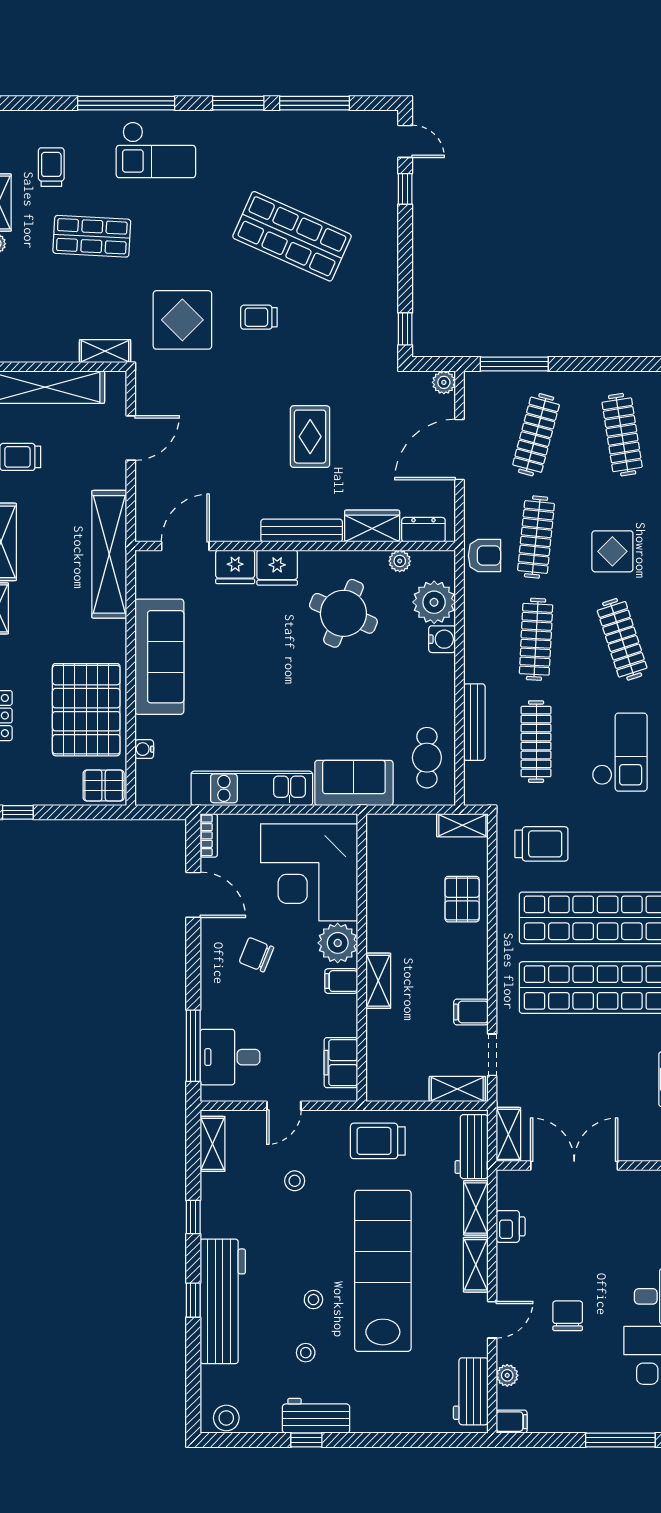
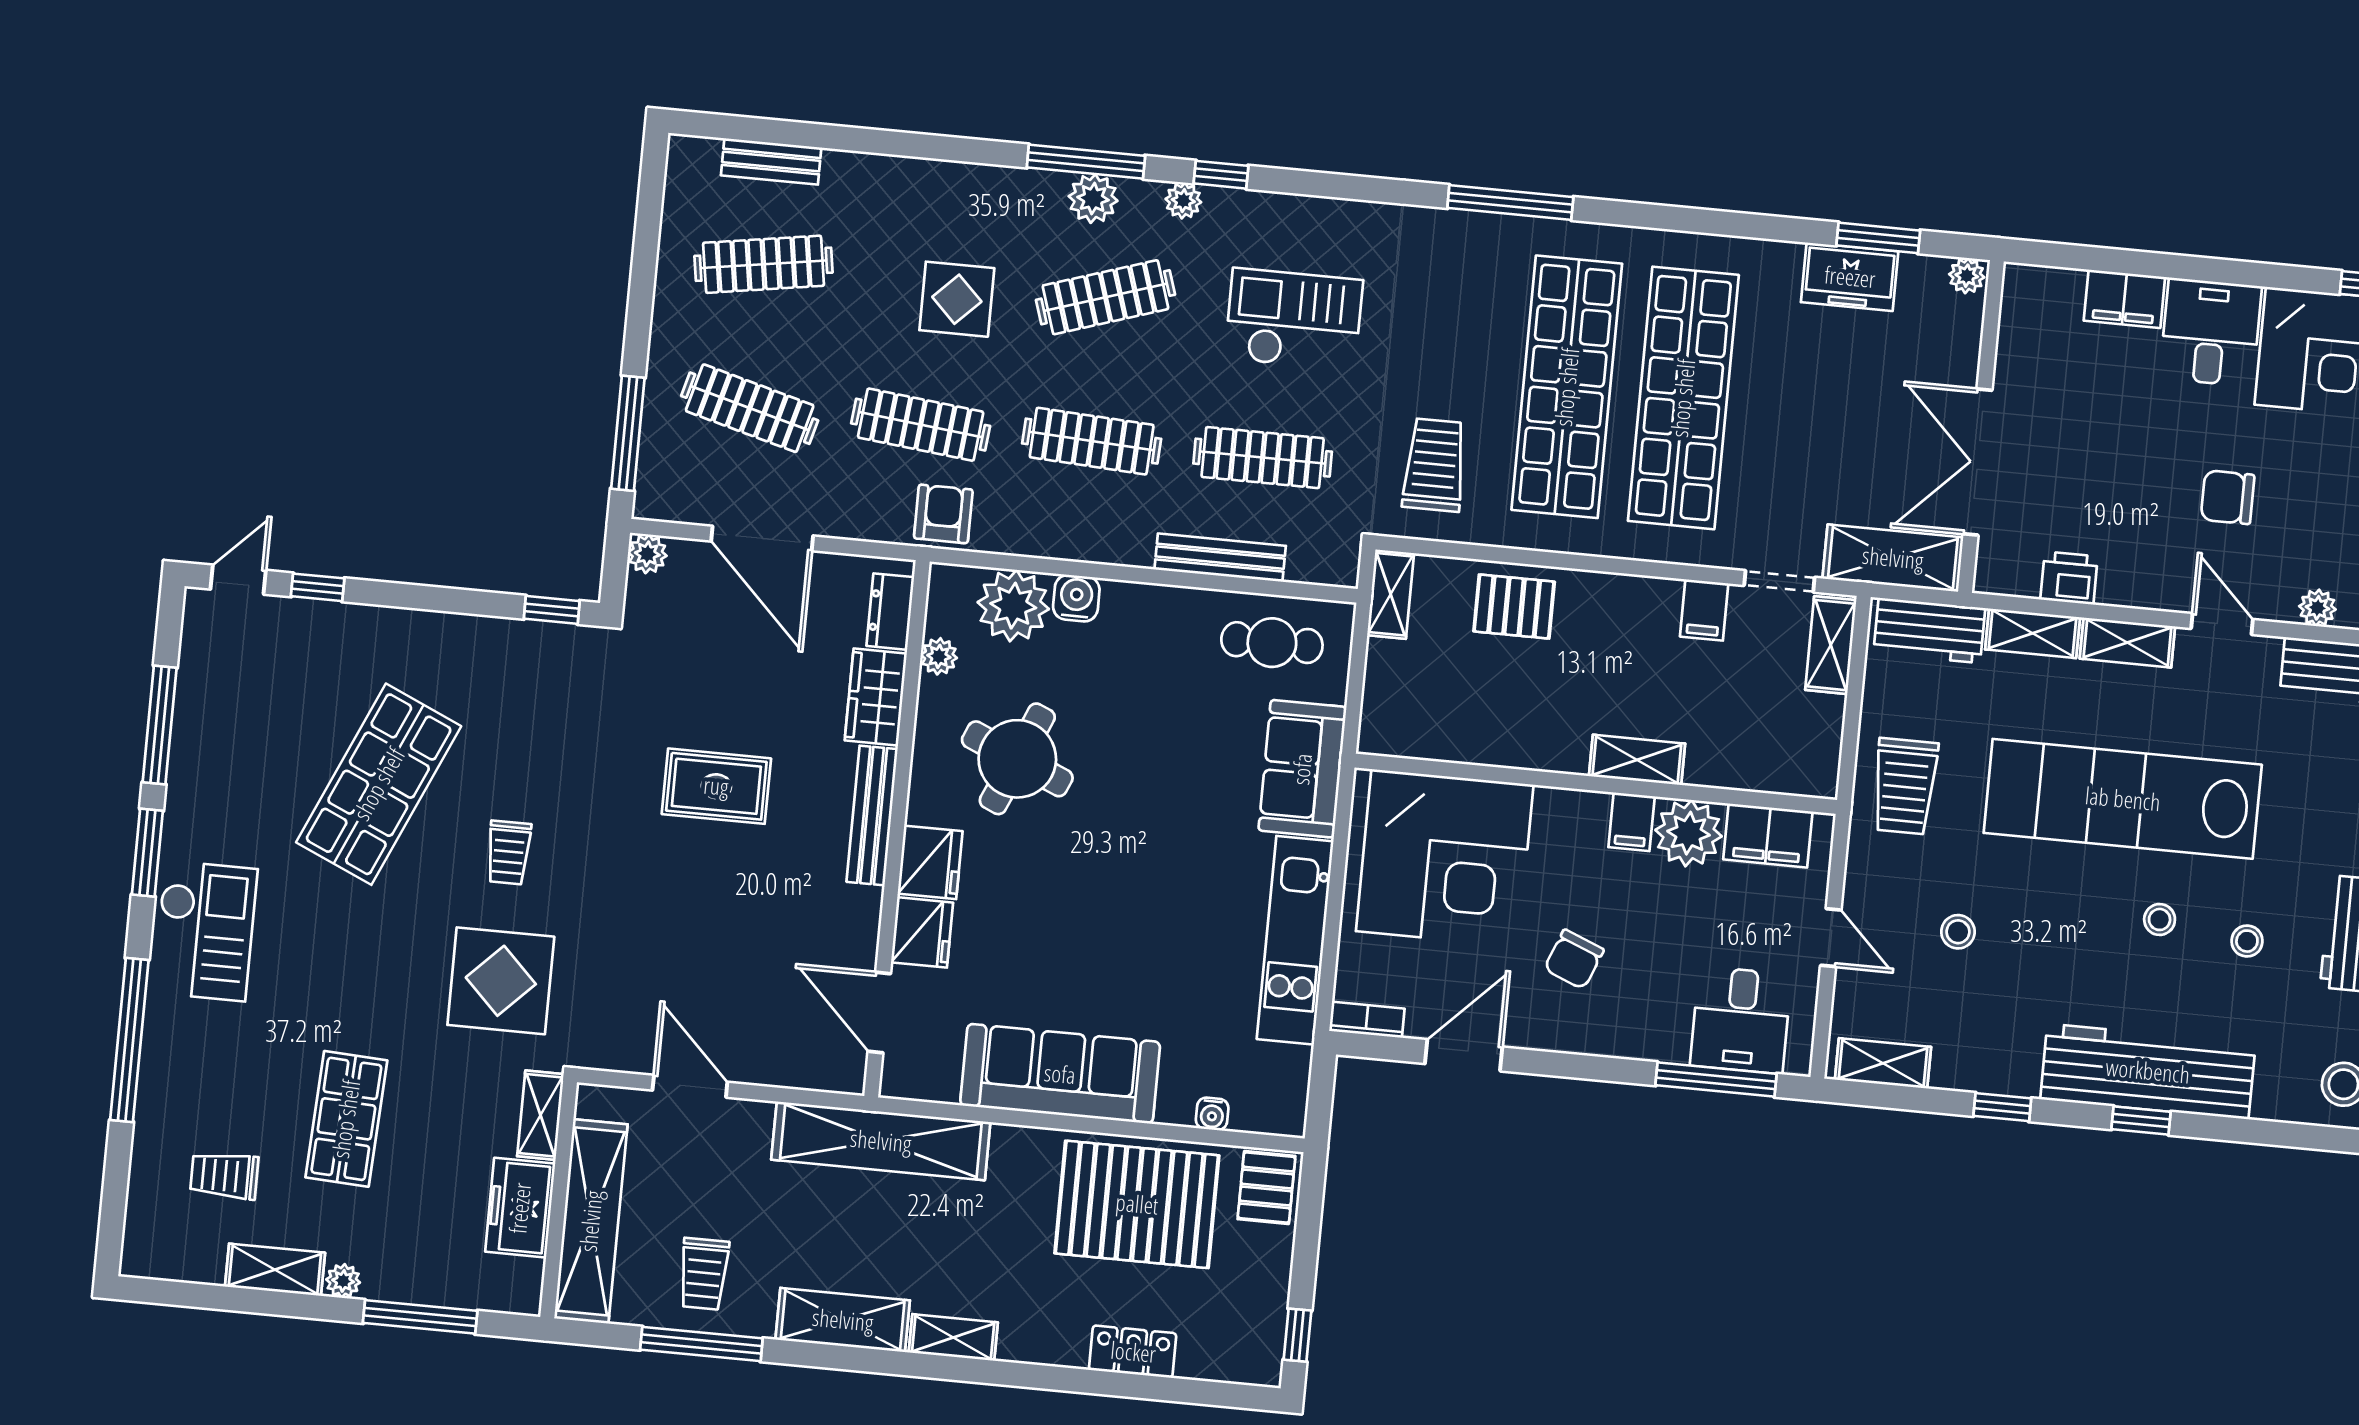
checkout: (156, 150) -> (205, 931), moved
freezer: (49, 344) -> (520, 1208), added
plant: (338, 943) -> (1688, 833), moved
shelving: (508, 1134) -> (1893, 558), width x1.50, depth x1.33

